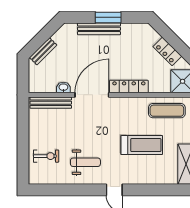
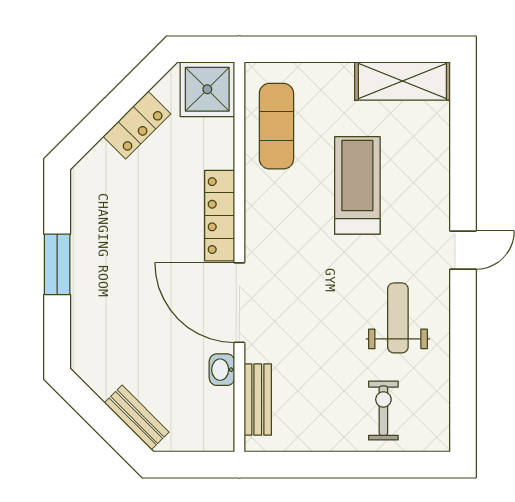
bench: (99, 29) -> (84, 286), removed
bench: (51, 103) -> (258, 400), width x0.73

